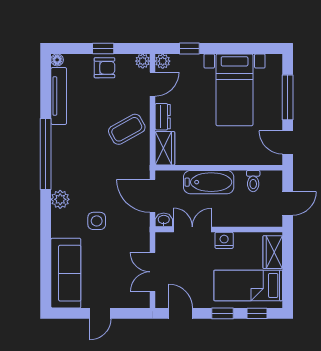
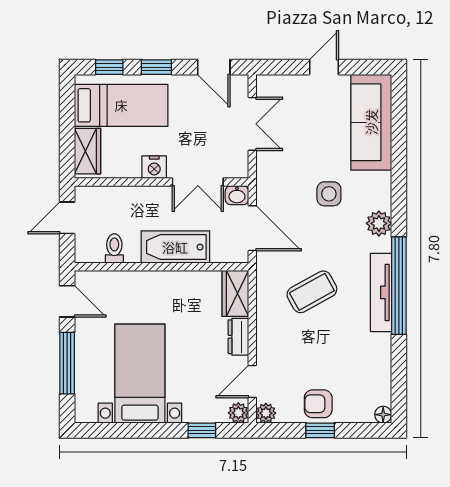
tv unit: (59, 96) -> (381, 292), moved
coffee table: (127, 129) -> (312, 292), moved

